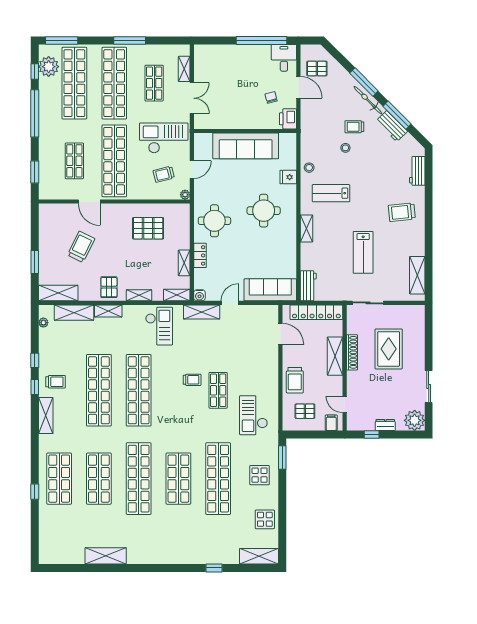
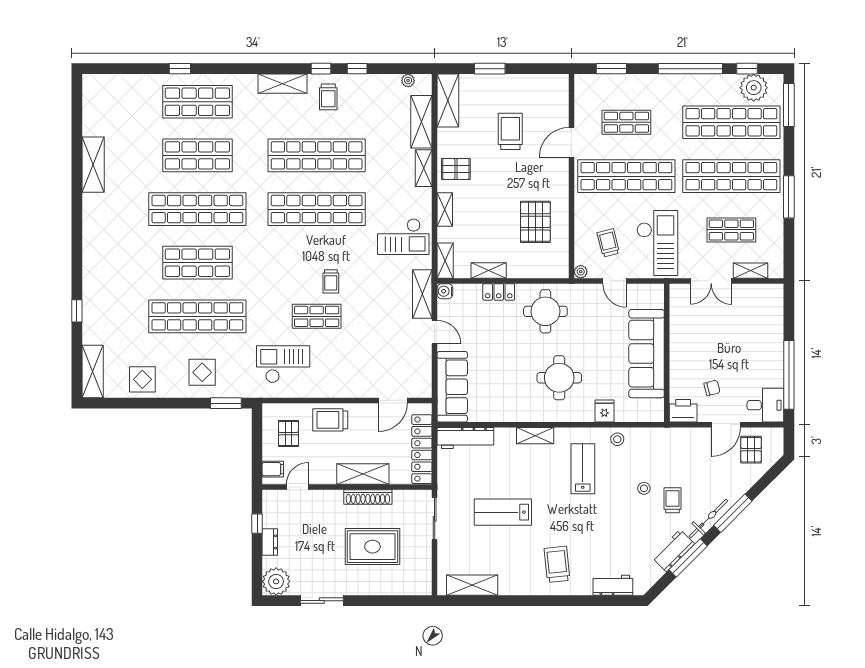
trolley: (81, 247) -> (510, 131), turned -116
workbench: (308, 286) -> (465, 438), width x1.38

